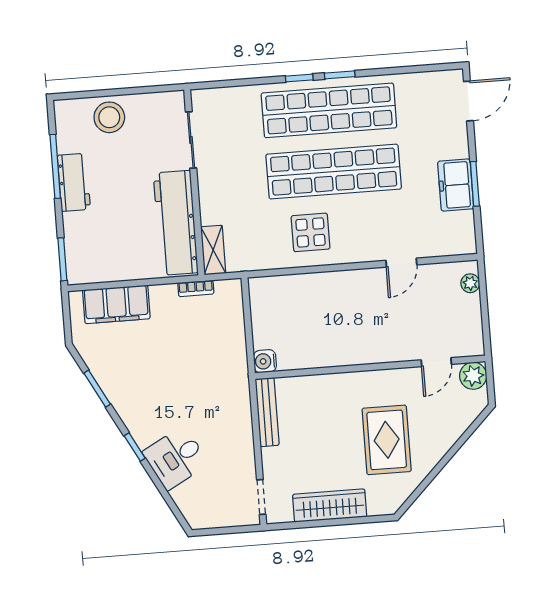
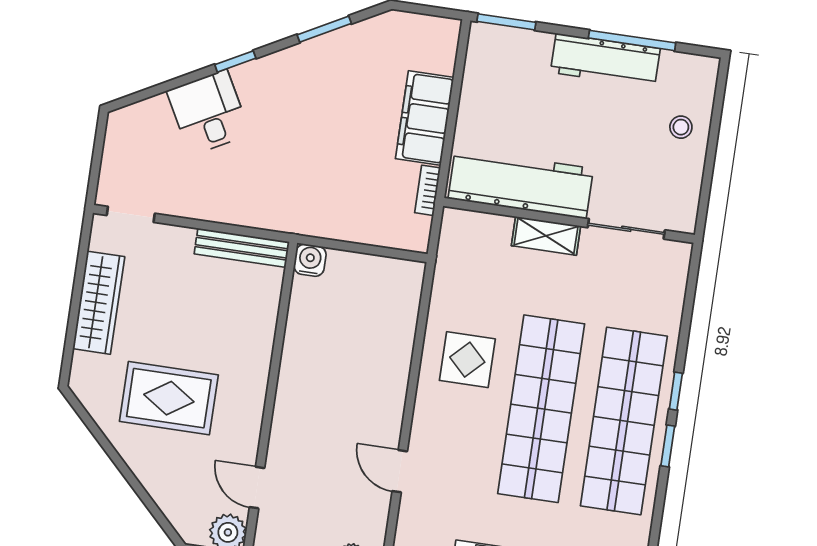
stool: (109, 117) -> (681, 127), width x0.53, depth x0.53
workbench: (74, 182) -> (605, 60), width x1.38
shelving: (213, 250) -> (546, 236), moved
filing cabinet: (116, 304) -> (425, 118), moved

